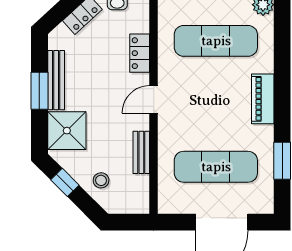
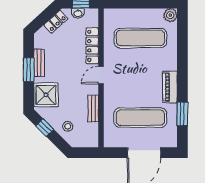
locker: (140, 53) -> (92, 46), width x1.53
bench: (56, 80) -> (39, 63), width x0.73
piano: (263, 99) -> (170, 87), moved

